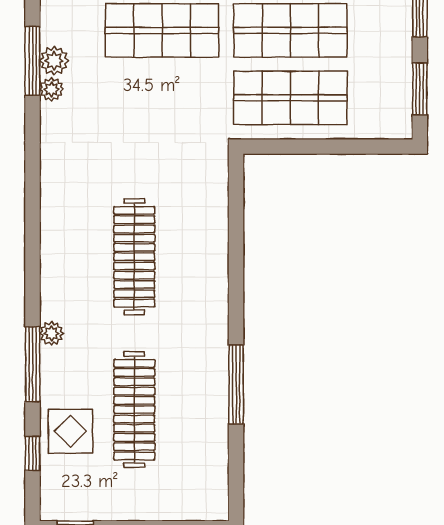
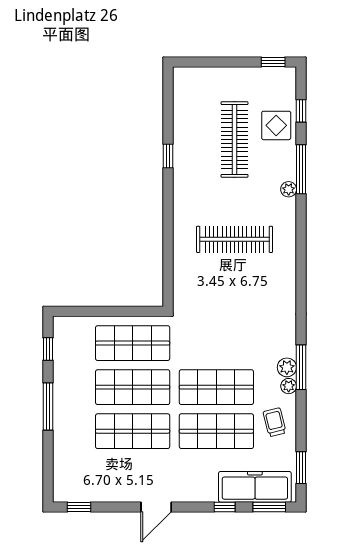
plant: (51, 89) -> (289, 386), moved
window: (420, 89) -> (48, 349), width x0.67
clothes rail: (134, 257) -> (235, 239), turned 90
window: (236, 384) -> (168, 156), width x0.46

